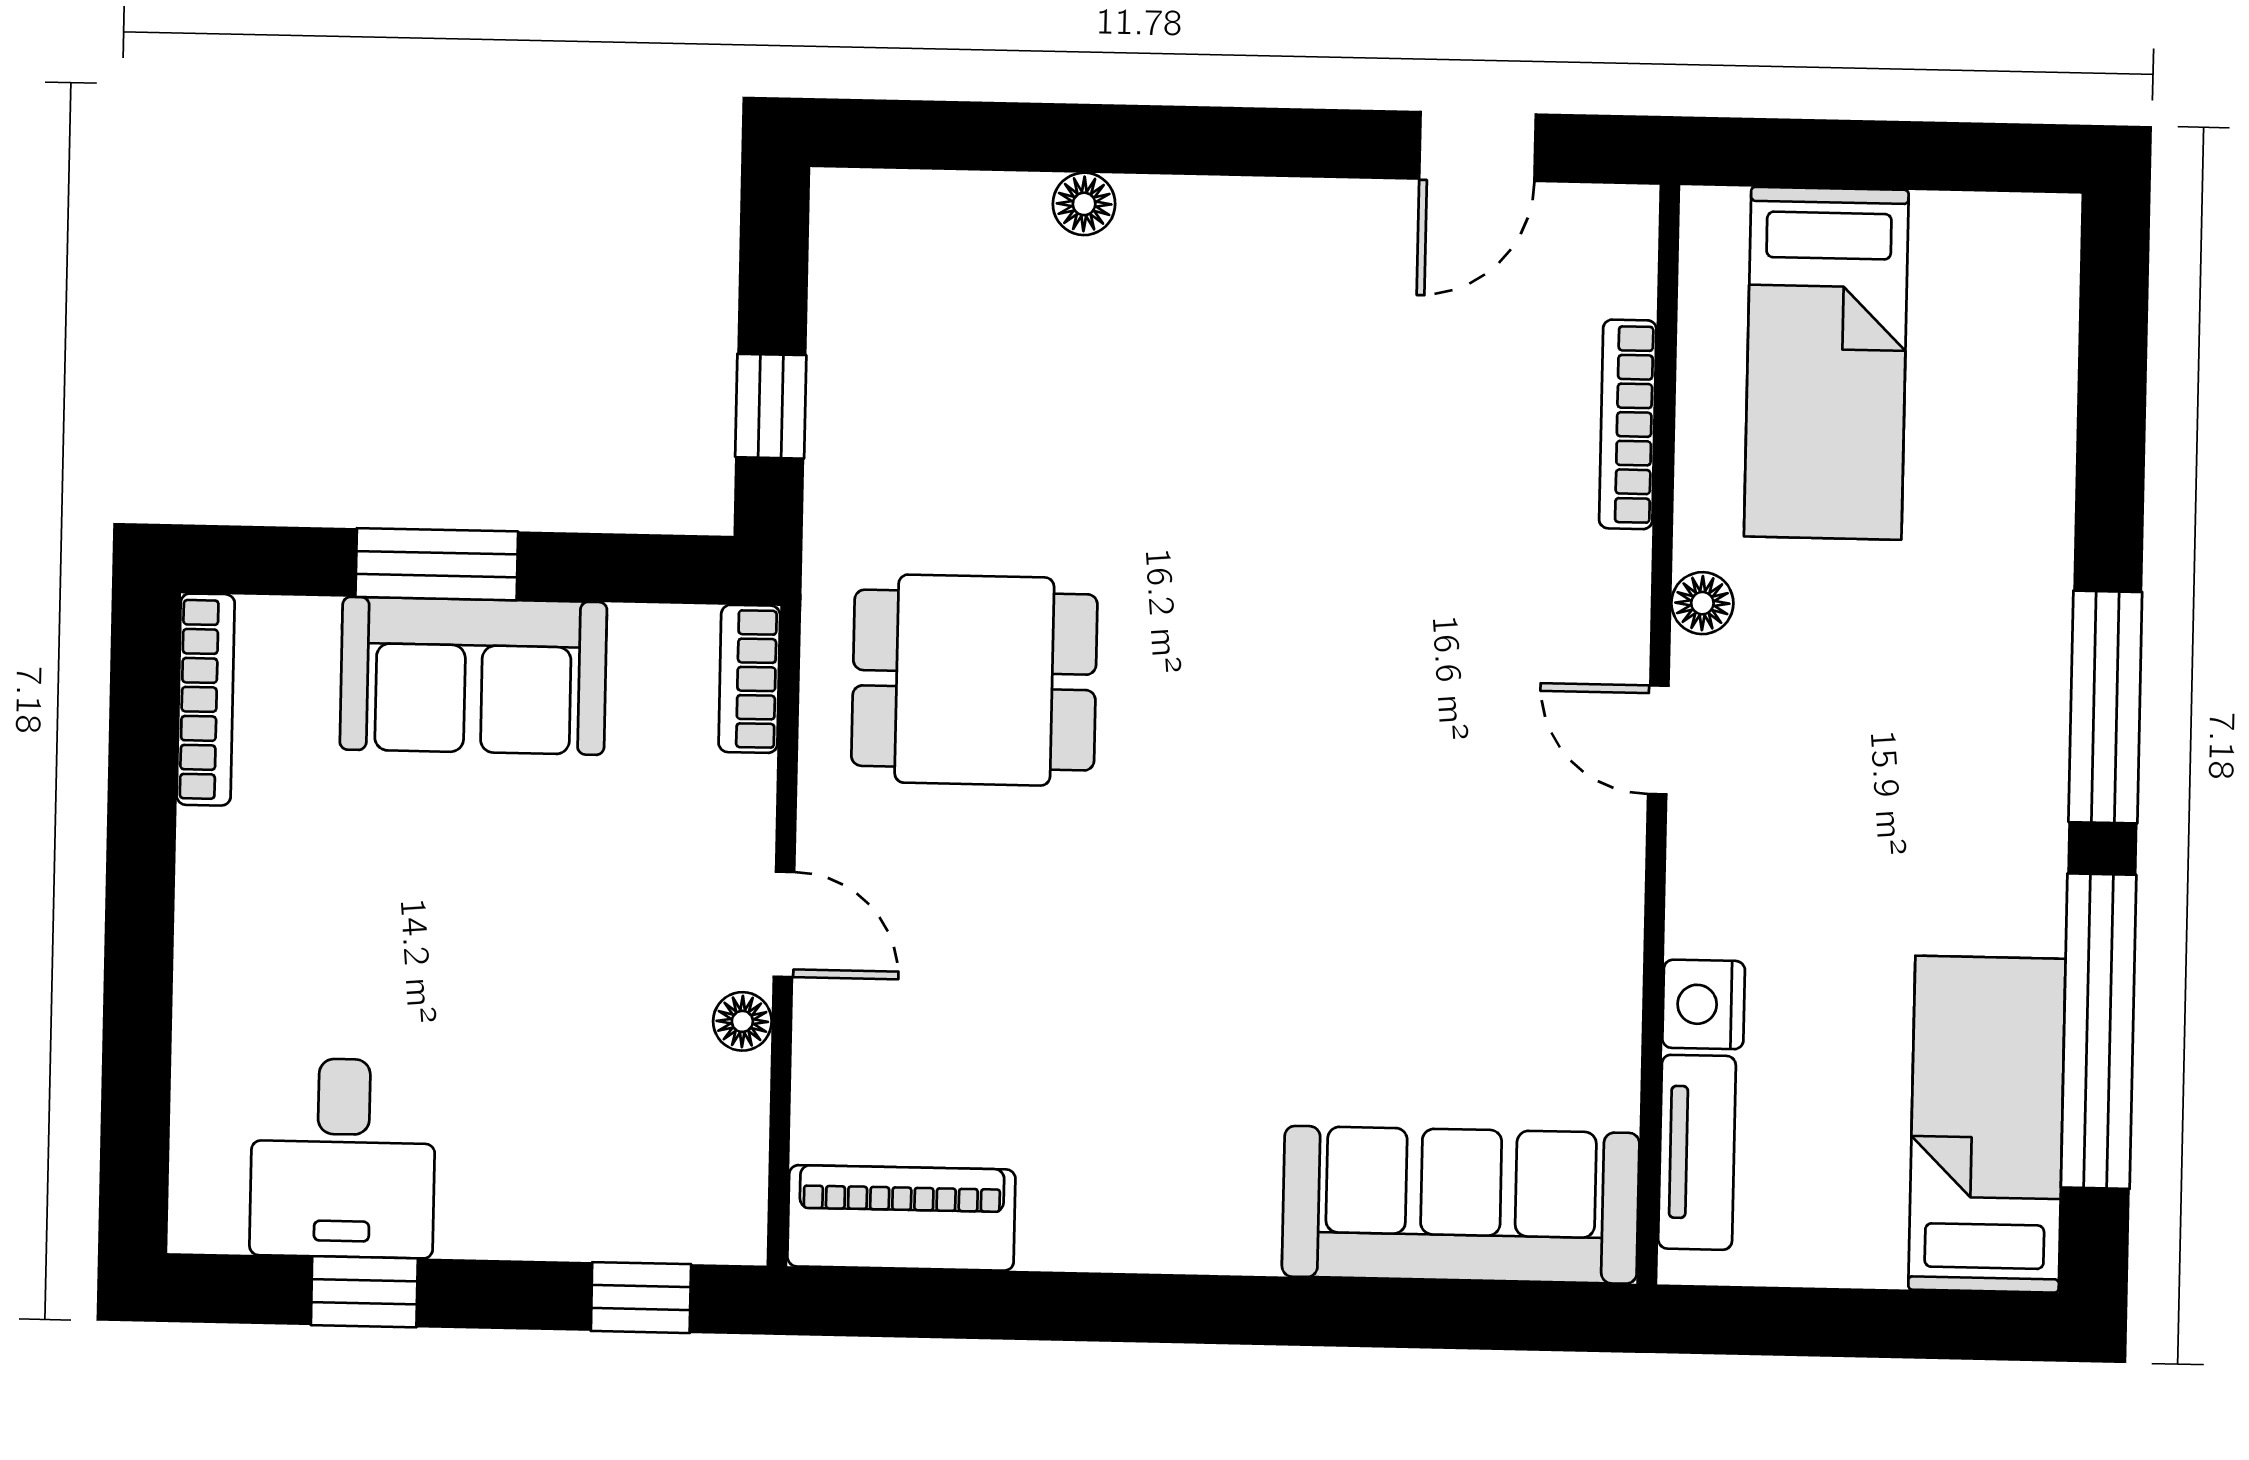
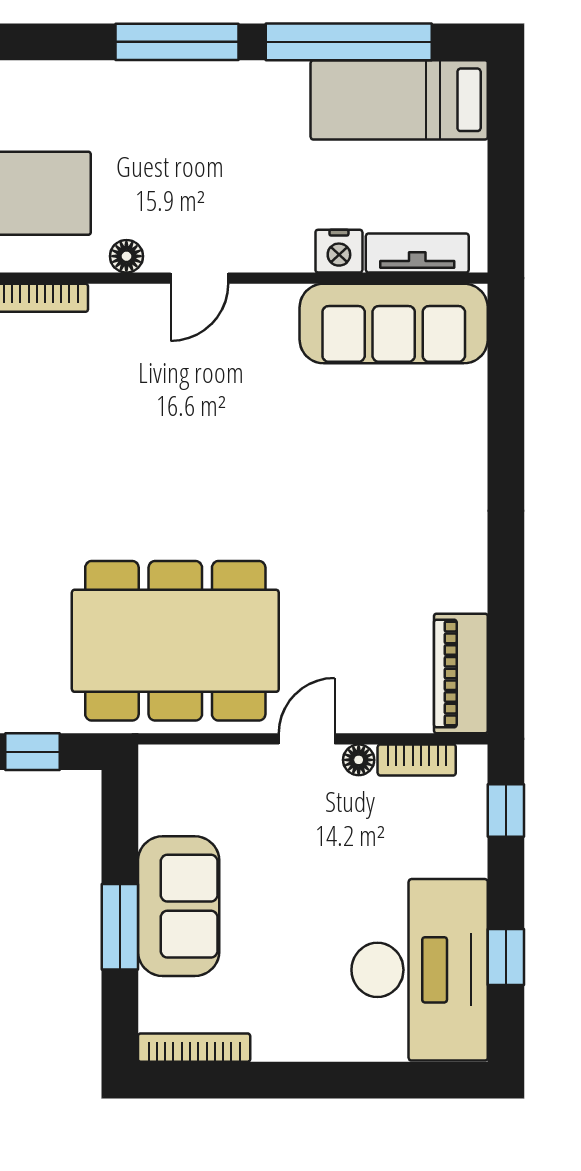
bookcase: (749, 679) -> (417, 760), moved
dining table: (974, 680) -> (175, 641), width x1.88, depth x1.24
desk: (343, 1158) -> (420, 970), width x1.87, depth x1.30
sofa: (1461, 1205) -> (394, 324), moved, turned -90

